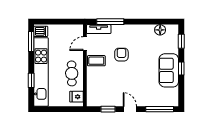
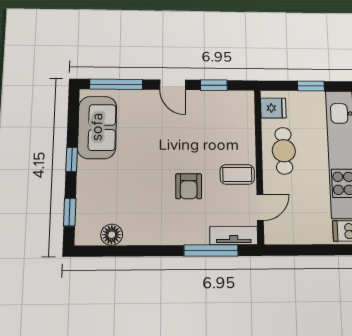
sofa: (169, 70) -> (97, 127), moved
window: (56, 109) -> (311, 86), added

